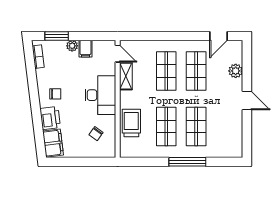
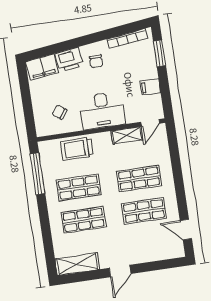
plant: (72, 46) -> (151, 72), removed
bookcase: (38, 57) -> (127, 39), width x1.56
plant: (236, 71) -> (151, 254), removed
trolley: (131, 123) -> (77, 149), turned 180
shelving: (235, 138) -> (77, 264), added
window: (187, 162) -> (38, 174), moved

